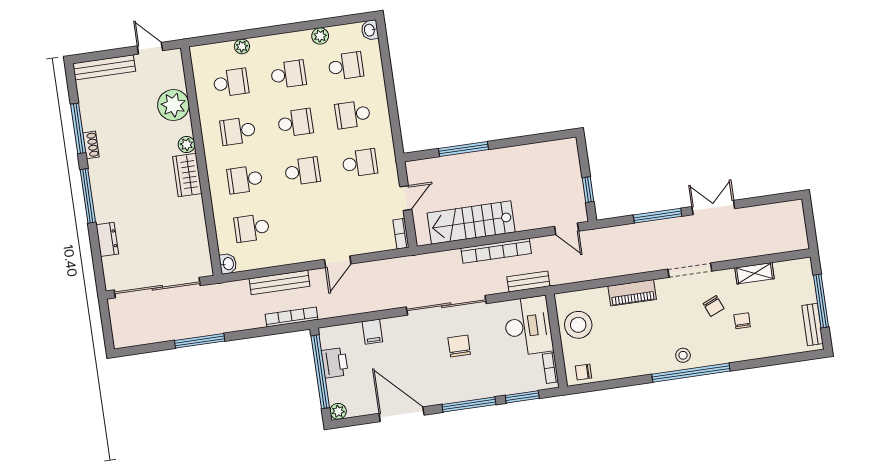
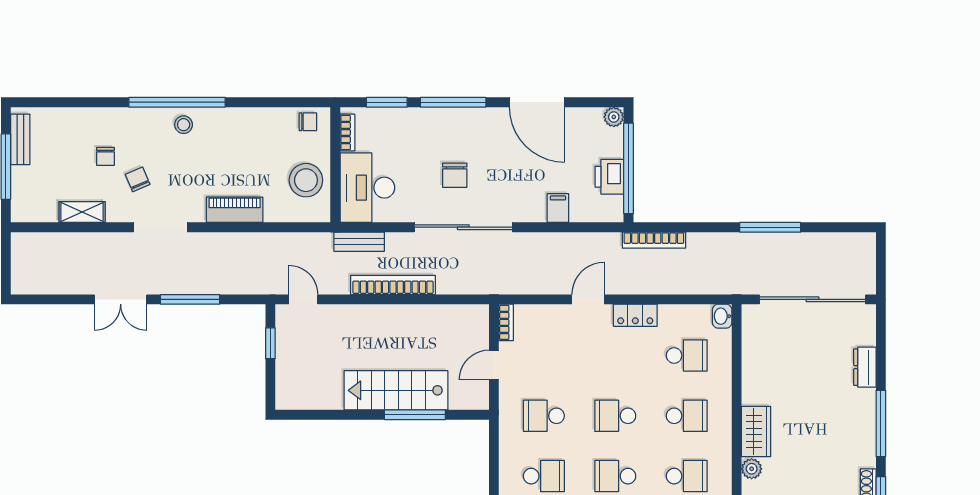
stairs: (471, 222) -> (396, 390), moved, turned 180
locker: (298, 254) -> (635, 315), added
bench: (279, 282) -> (663, 284), removed

